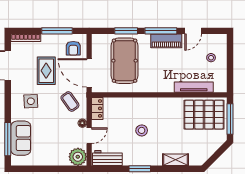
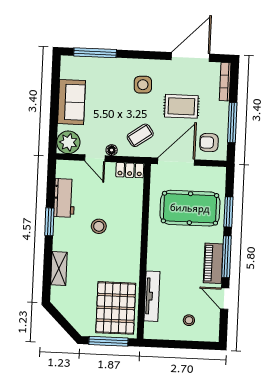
sofa: (21, 138) -> (71, 102), moved, turned -90
workbench: (107, 158) -> (64, 198), moved

